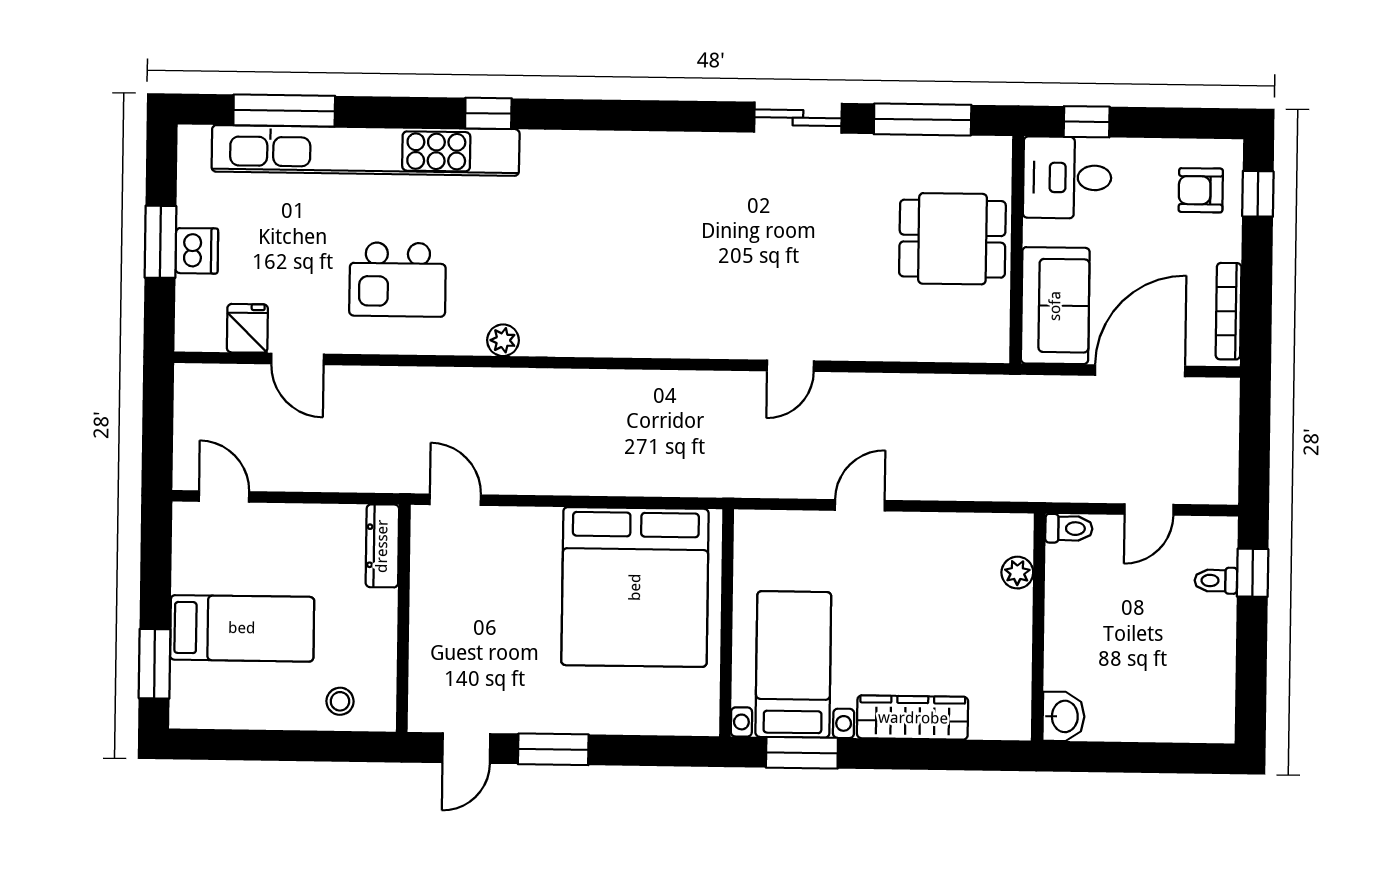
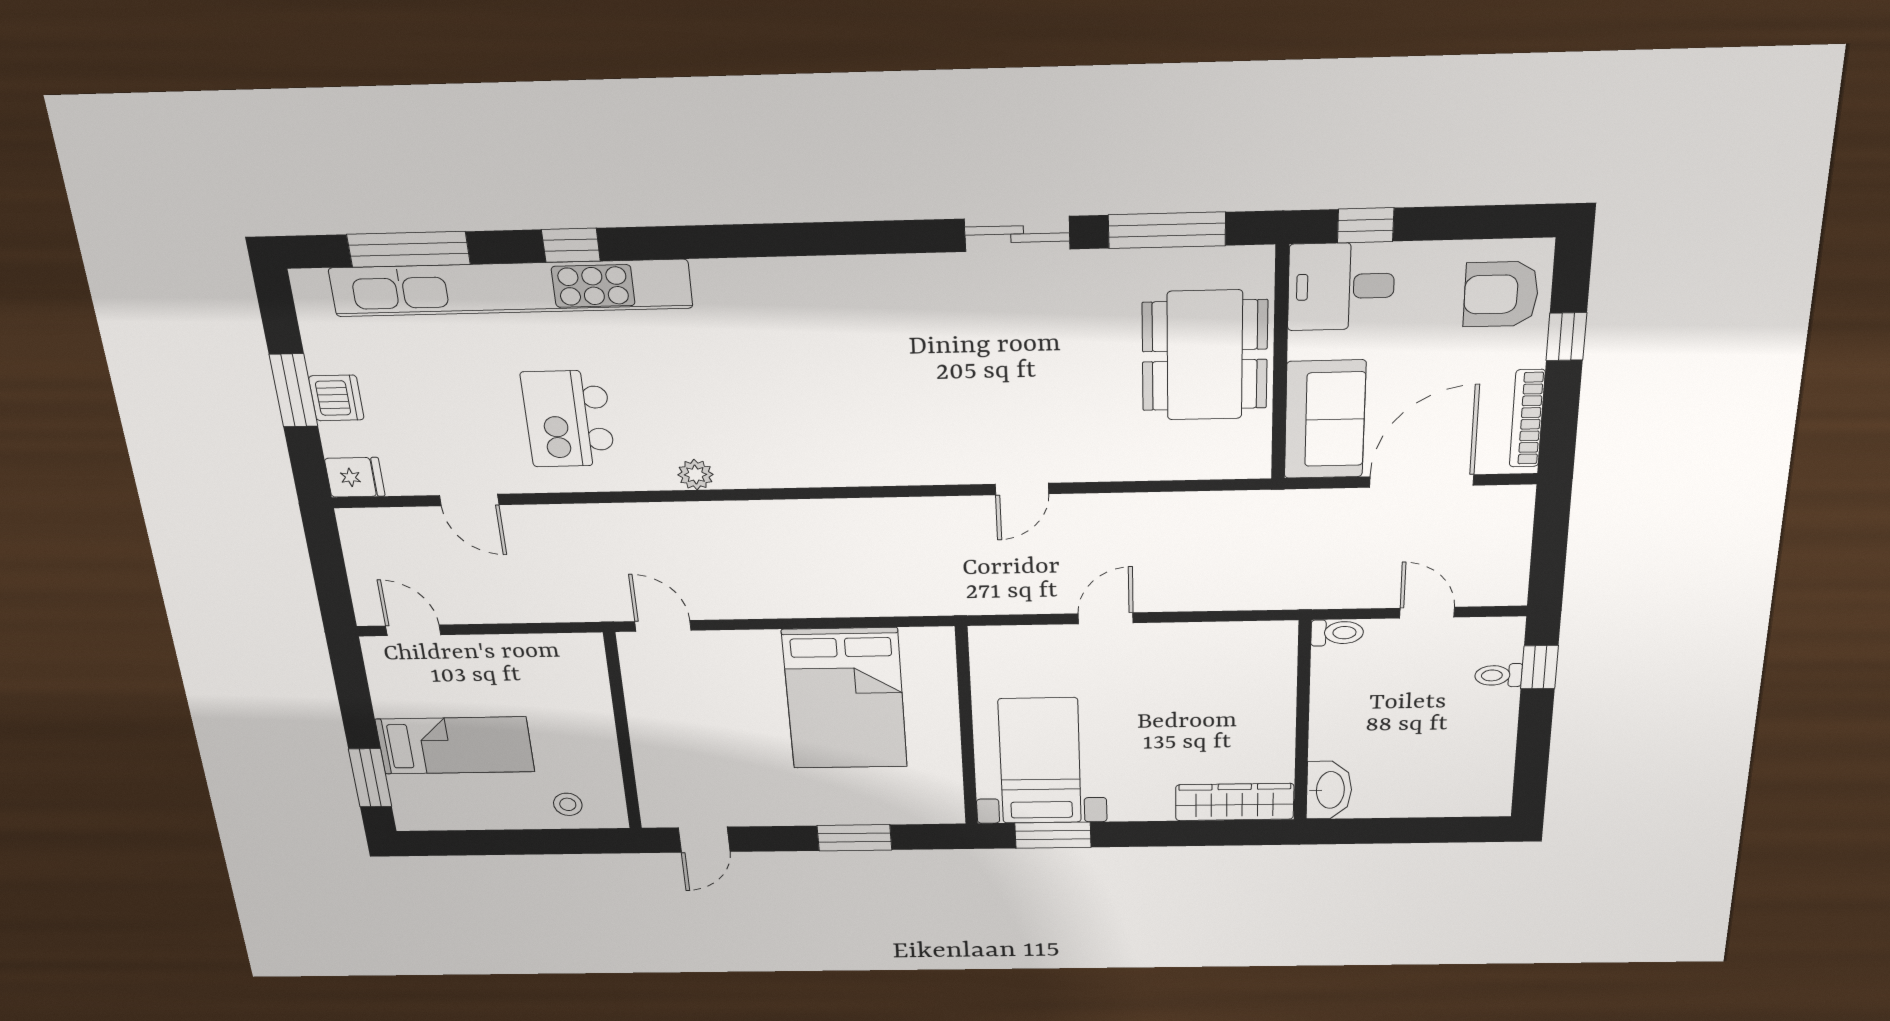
window: (488, 113) -> (571, 245), moved
armchair: (1201, 190) -> (1501, 294), width x1.38, depth x1.38
window: (1258, 194) -> (1566, 337), moved
dining table: (952, 239) -> (1205, 355), width x1.38
kitchen island: (398, 279) -> (568, 419), turned 90
fridge: (247, 328) -> (355, 477), moved, turned 90
door: (1149, 509) -> (1427, 613), swing flipped
dresser: (382, 546) -> (591, 670), removed
plant: (1017, 573) -> (1280, 674), removed
bed: (635, 587) -> (845, 699), width x0.73
washbasin: (1064, 716) -> (1329, 790), width x1.38
wardrobe: (913, 718) -> (1235, 802), moved
window: (553, 749) -> (854, 838), moved

